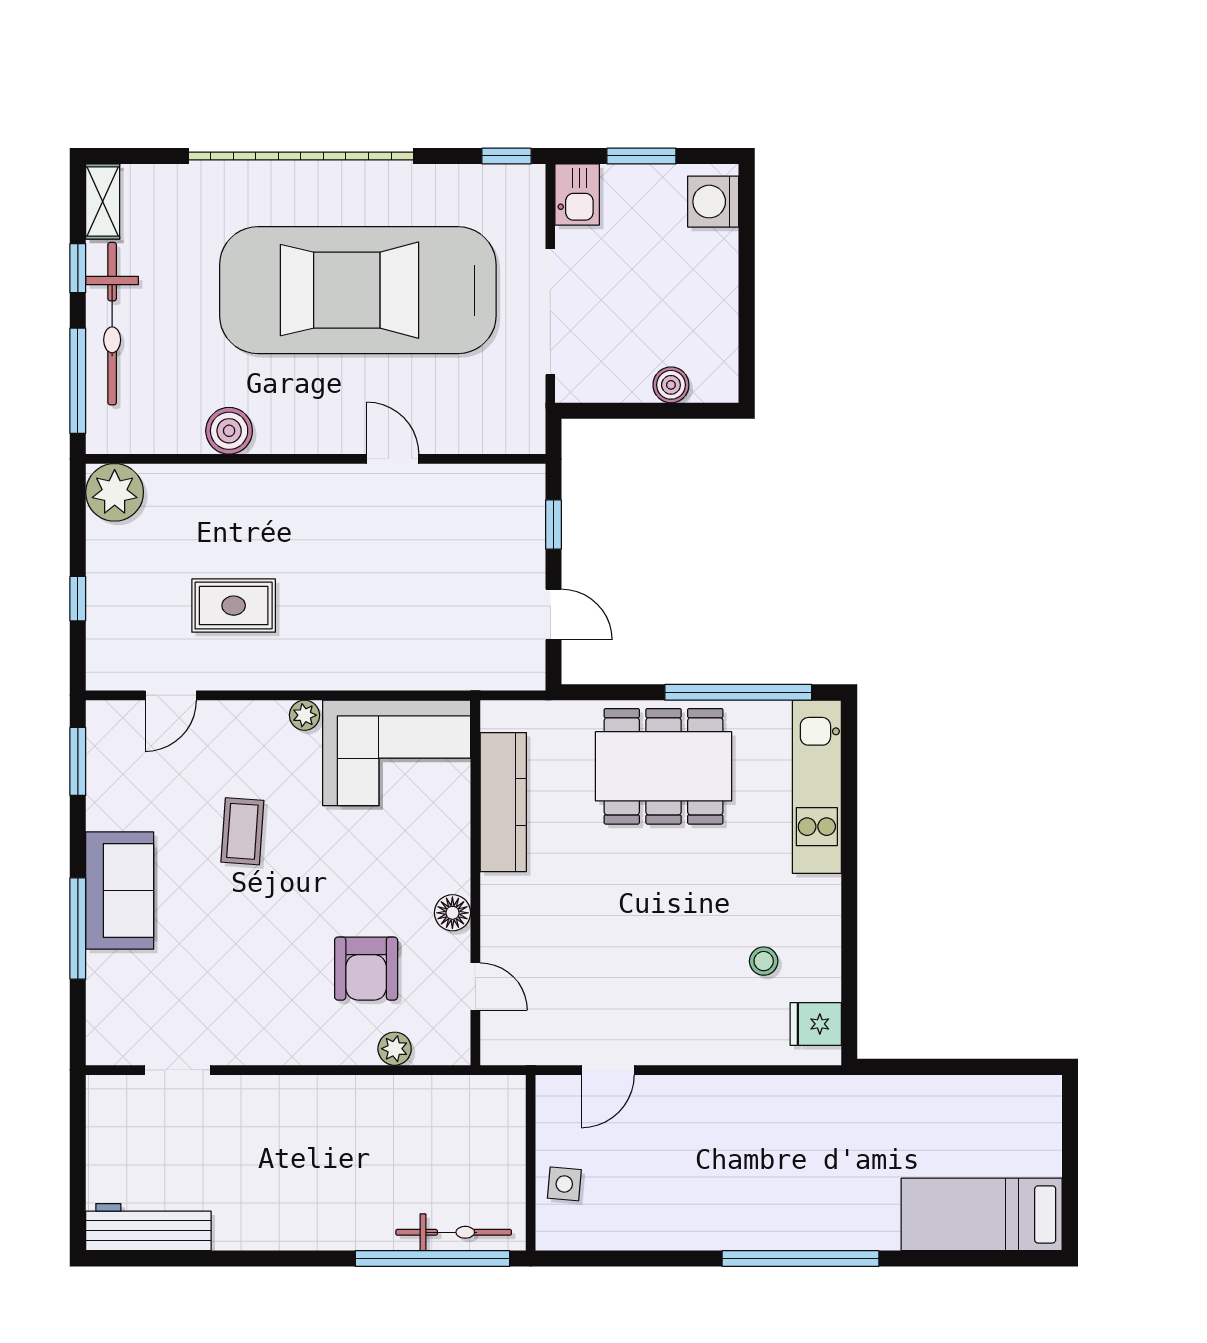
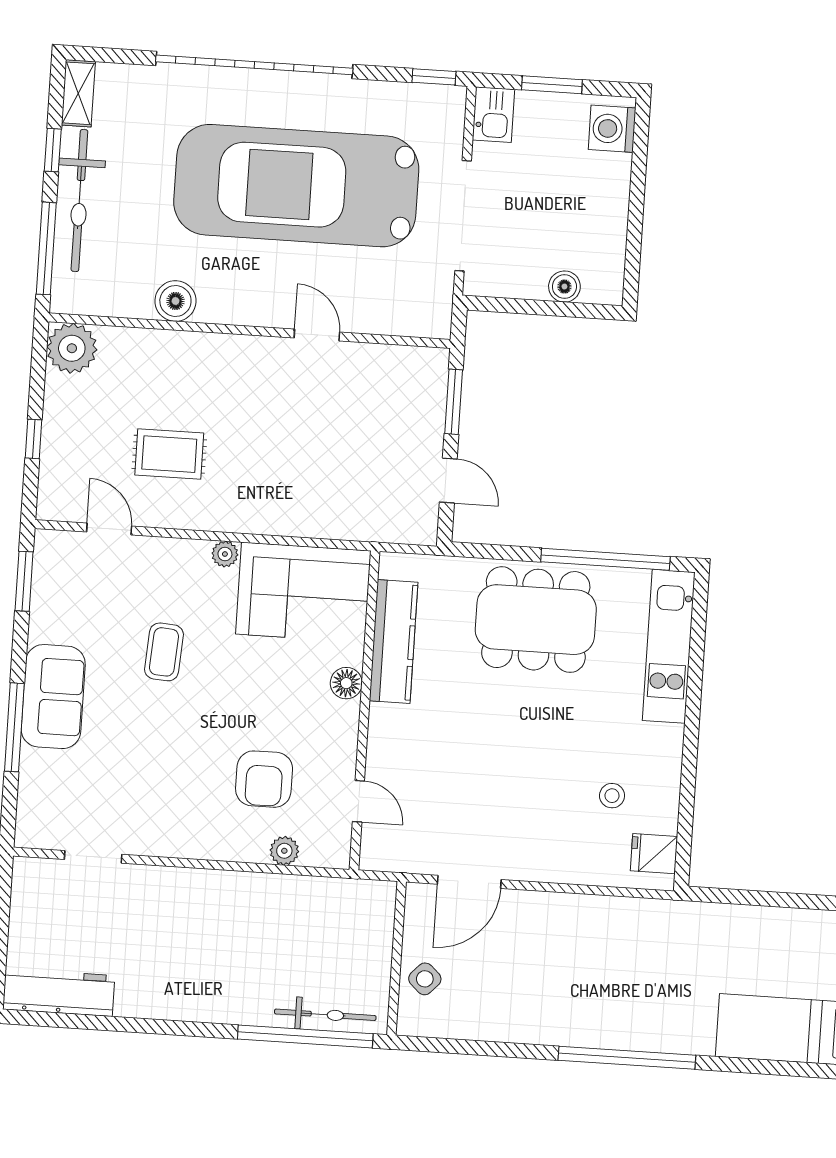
window: (553, 524) -> (454, 402), width x1.50
door: (171, 695) -> (109, 529), swing flipped
floor lamp: (452, 913) -> (346, 683), moved
door: (608, 1070) -> (469, 882), width x1.38
side table: (564, 1184) -> (425, 979), turned 38

